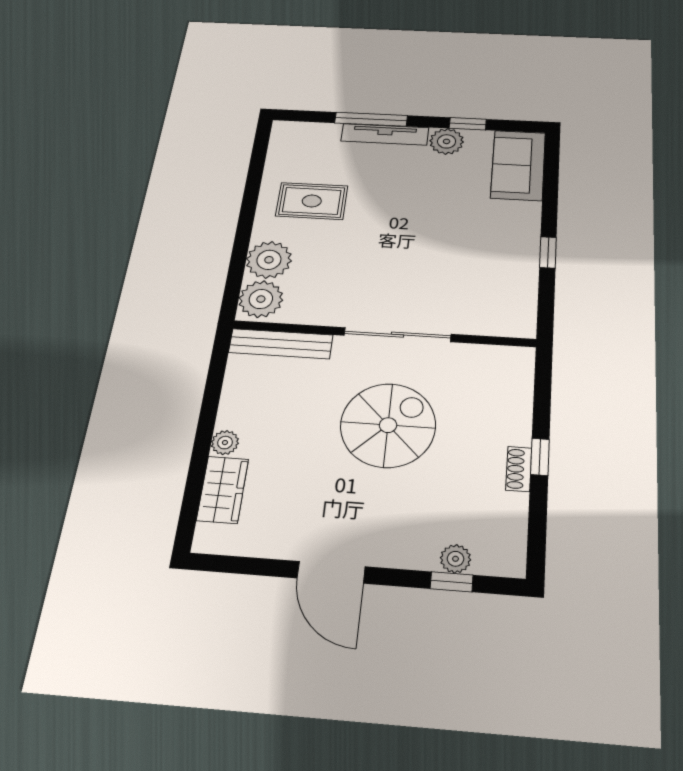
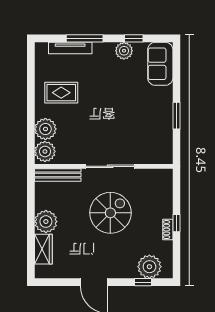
tv unit: (385, 134) -> (70, 48), moved
window: (548, 252) -> (177, 116), width x1.50
plant: (225, 443) -> (46, 222), width x1.88, depth x1.88
plant: (455, 559) -> (149, 267), width x1.87, depth x1.87

